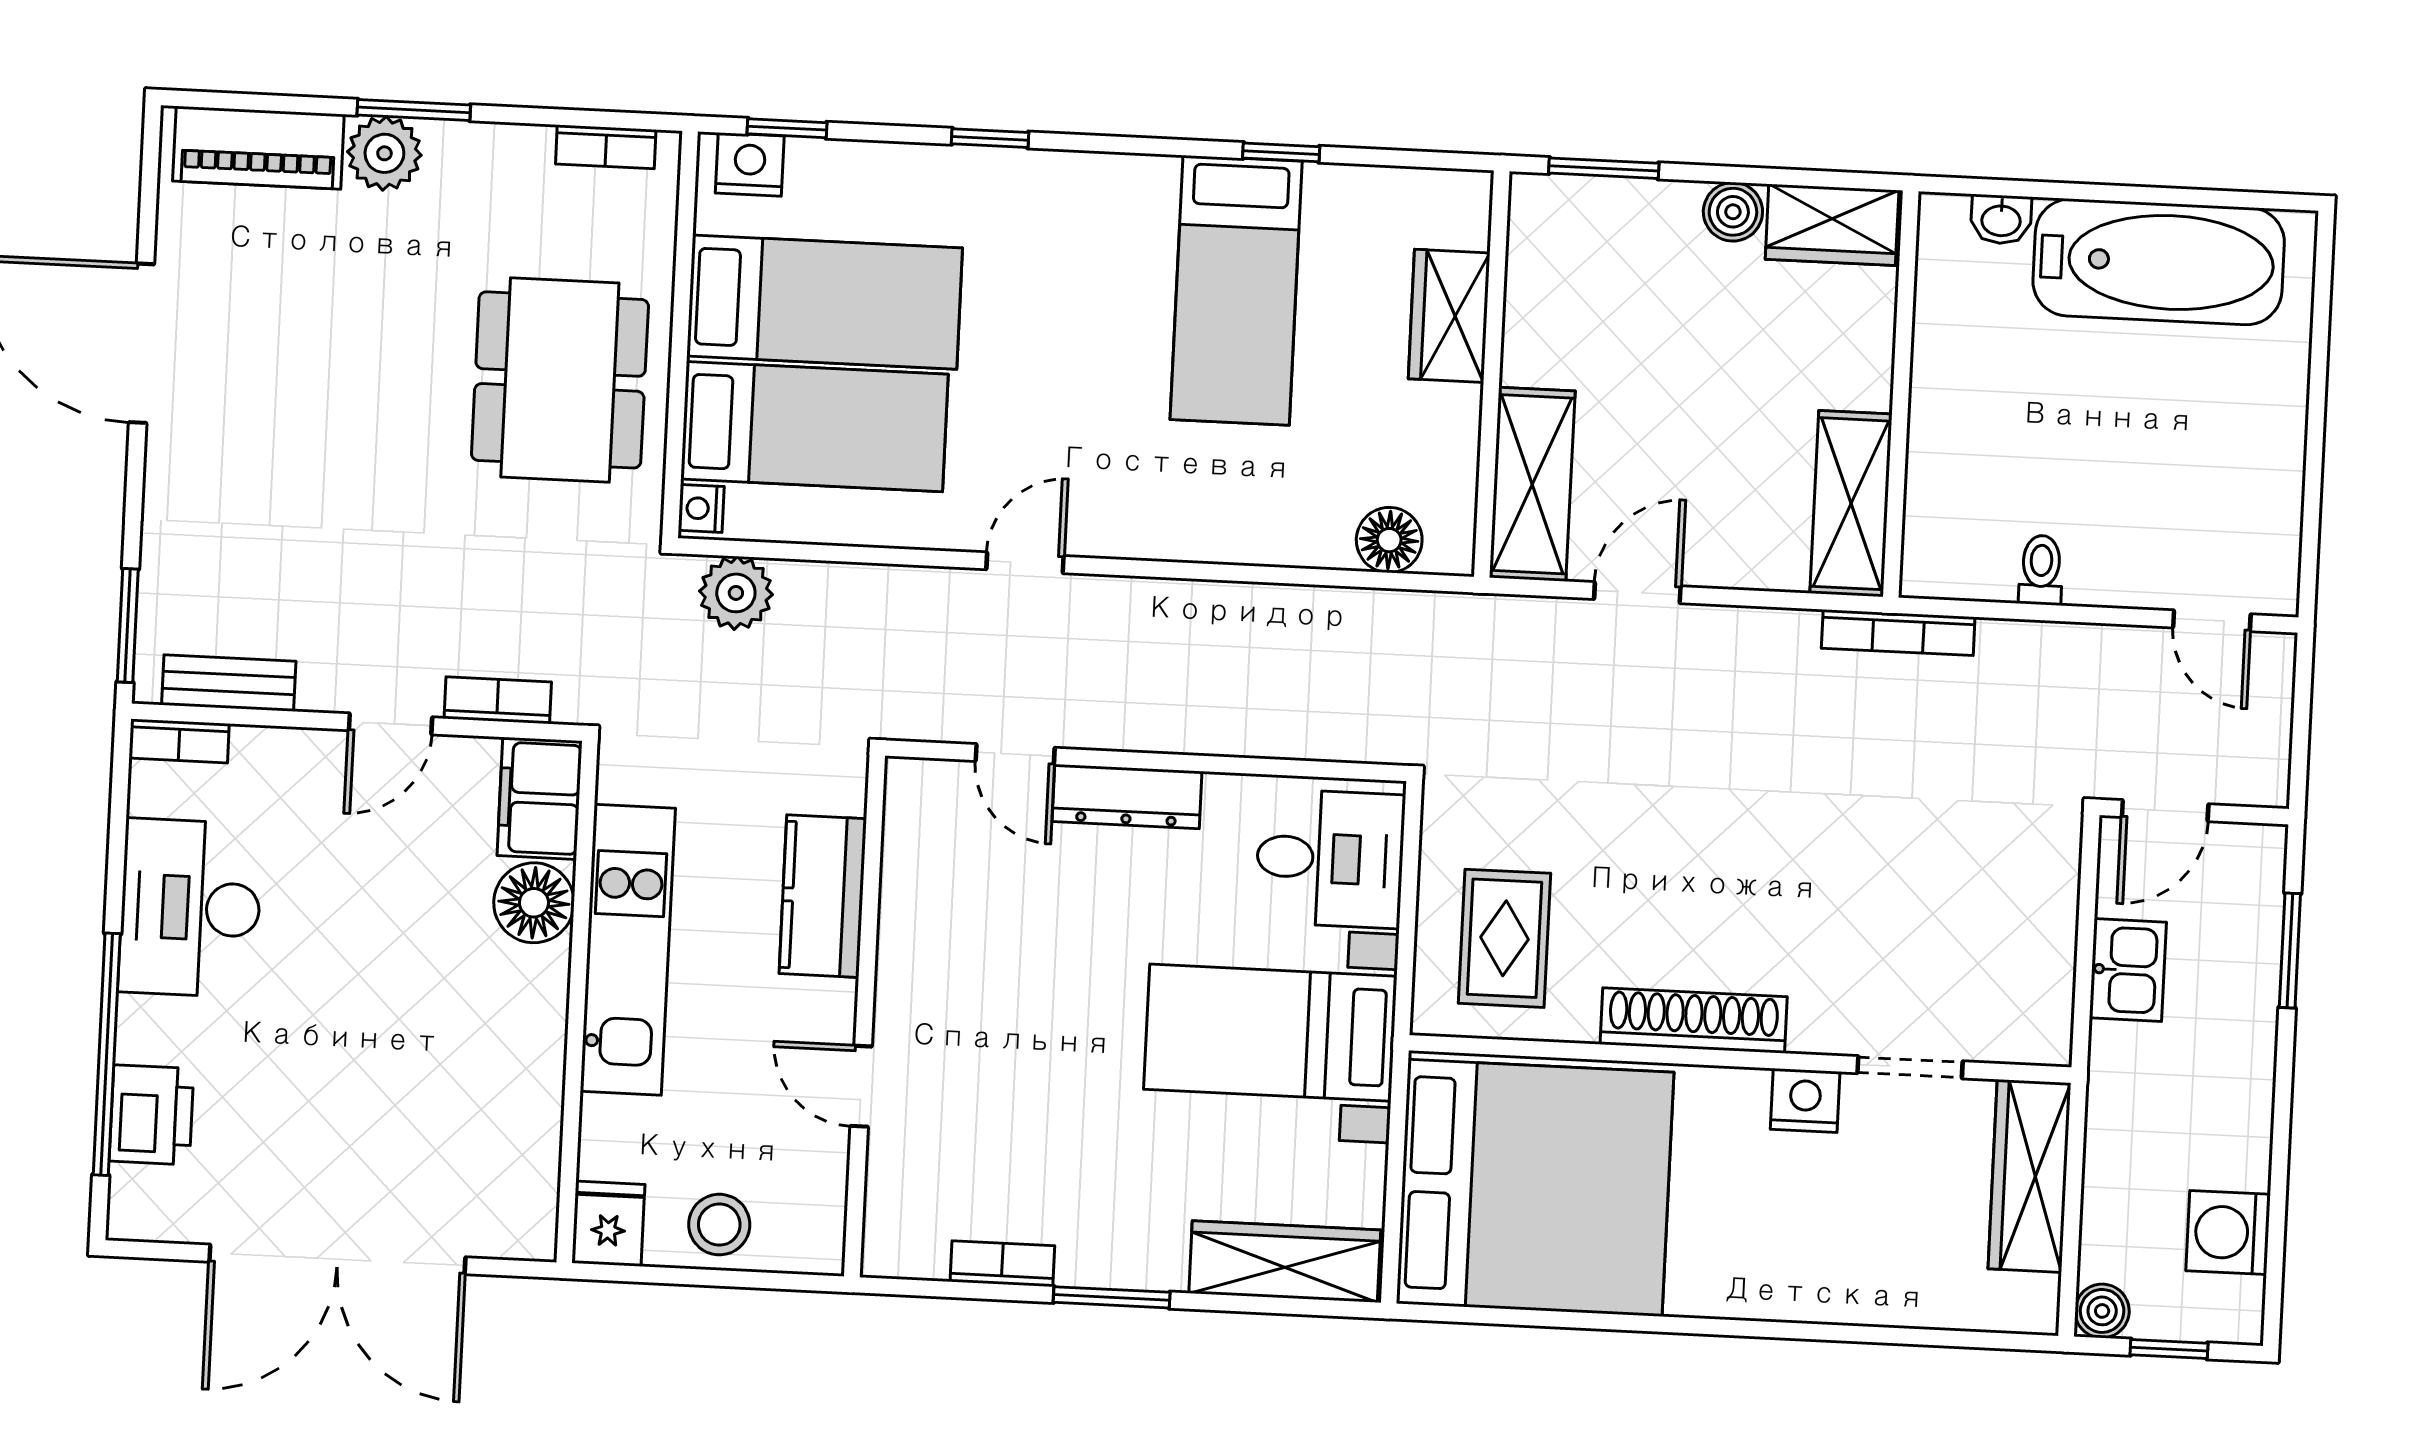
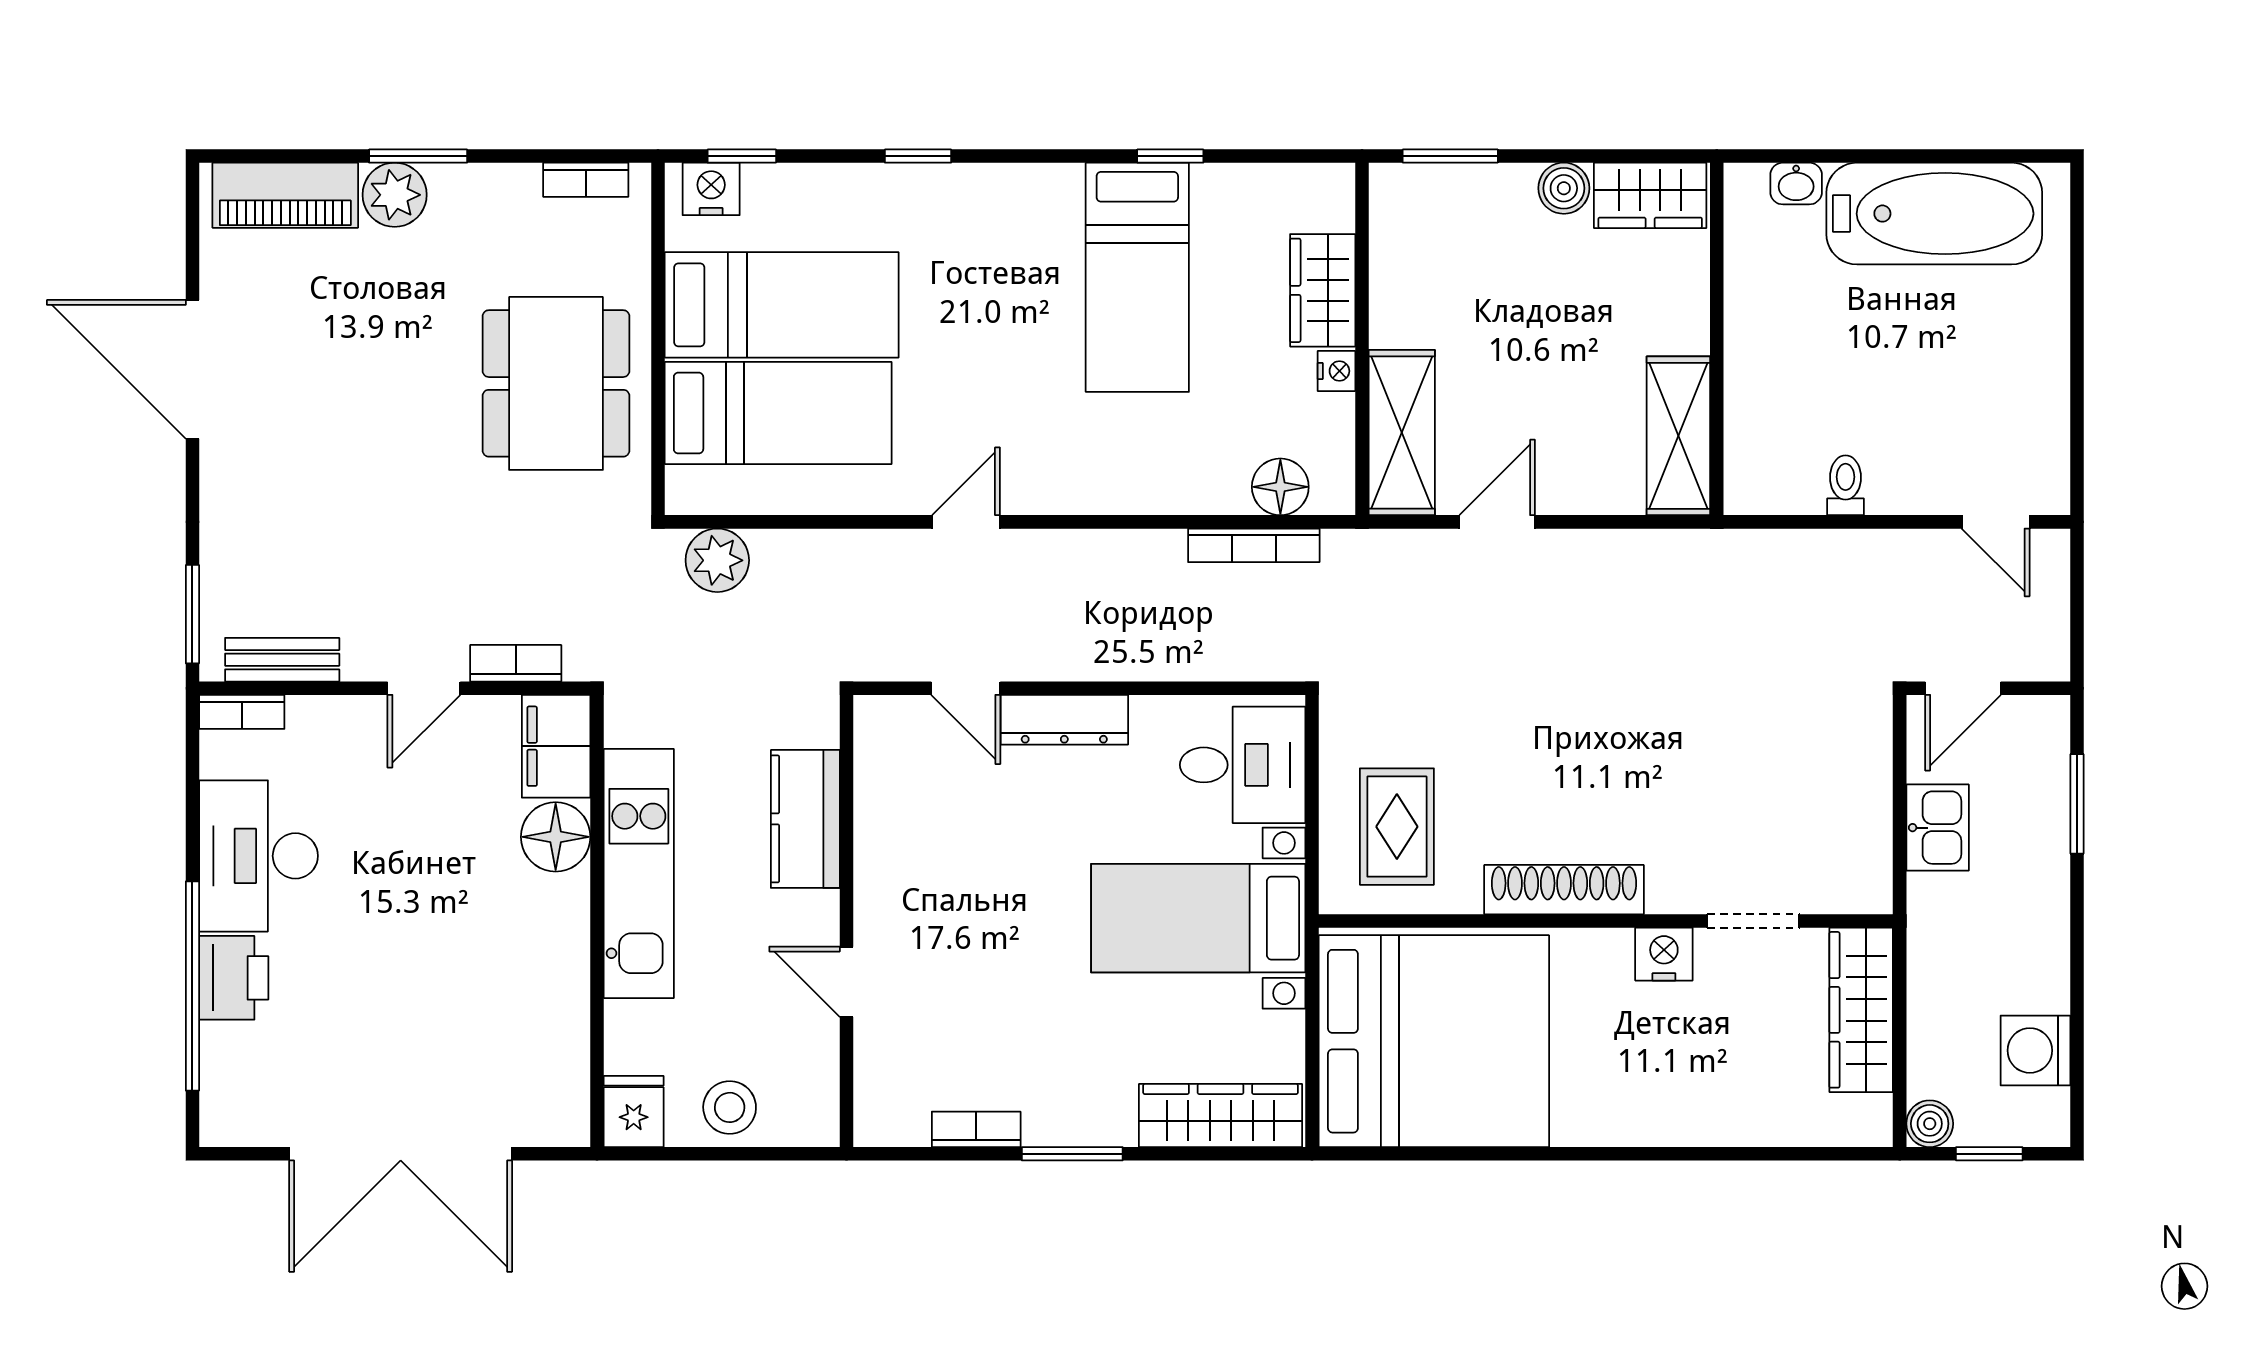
nightstand: (701, 508) -> (1336, 371), moved, turned 180
bookcase: (1898, 633) -> (1254, 545), moved
printer: (151, 1115) -> (234, 978), moved

